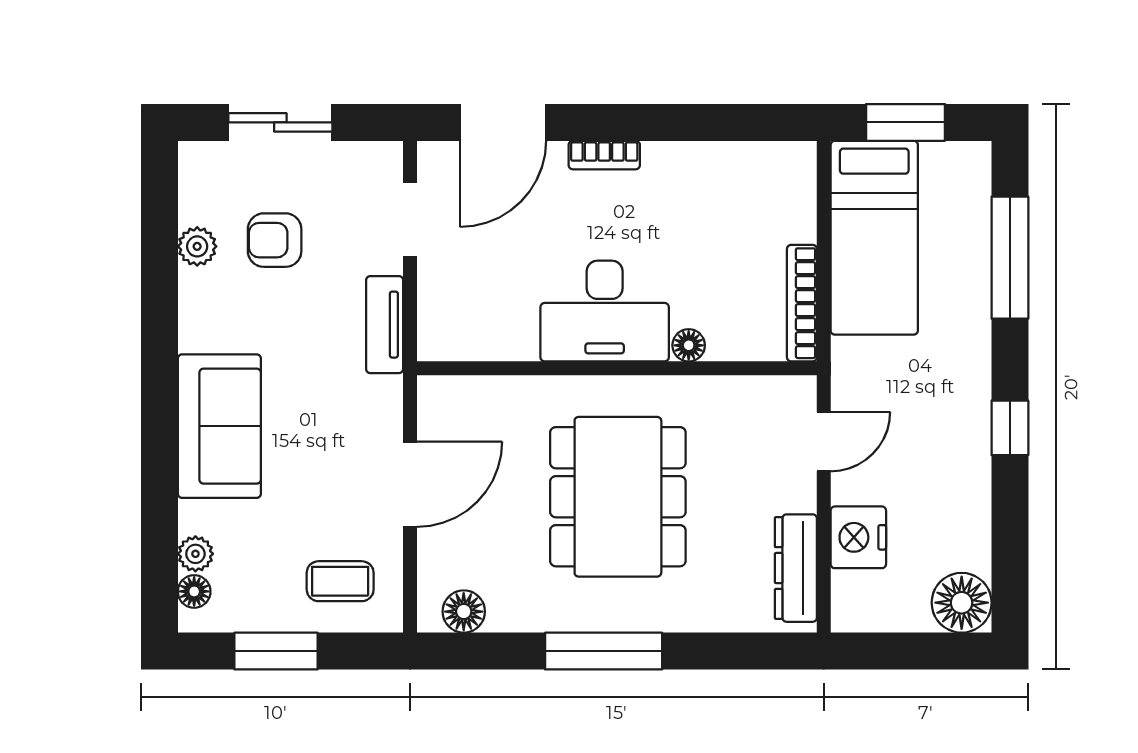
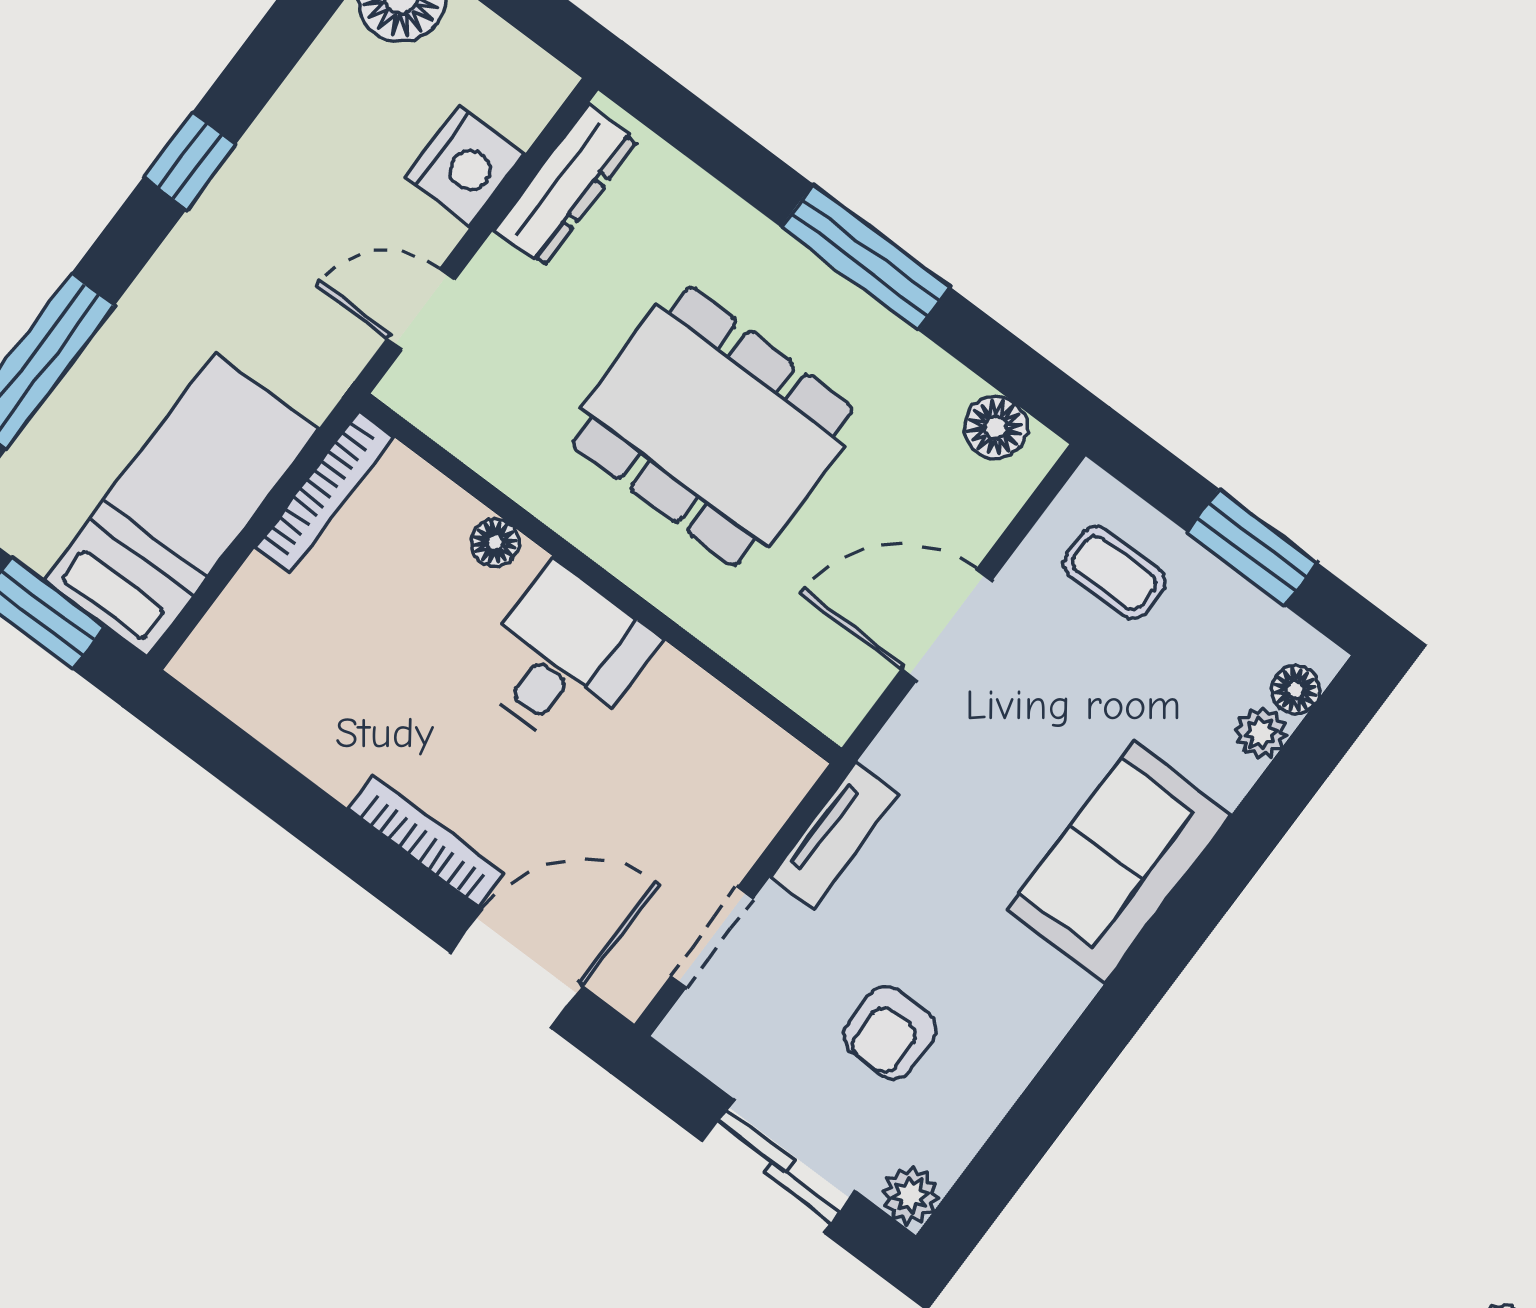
bookcase: (604, 155) -> (426, 841), width x1.56
armchair: (275, 240) -> (890, 1033), turned 90
plant: (197, 246) -> (910, 1195), moved
desk: (605, 311) -> (564, 657), width x0.73
dining table: (618, 497) -> (712, 426), turned 90

